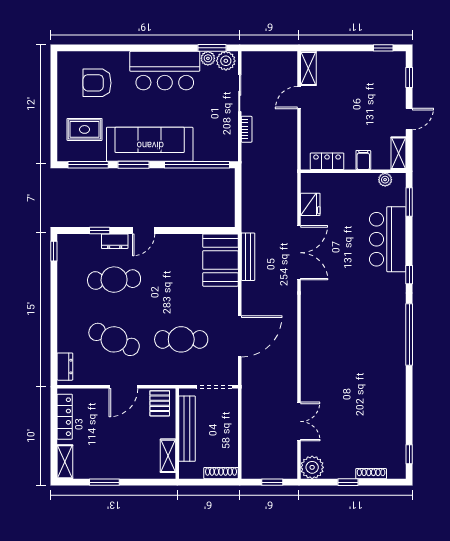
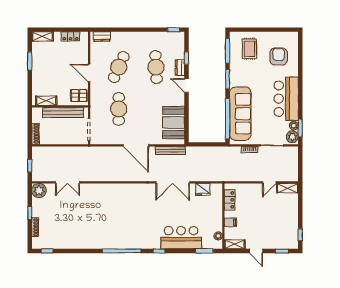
door: (299, 98) -> (269, 182), swing flipped
sofa: (150, 144) -> (240, 114), moved
booth: (220, 260) -> (174, 123), moved, turned 90
door: (240, 336) -> (136, 145), moved
locker: (65, 417) -> (71, 36), width x0.66

